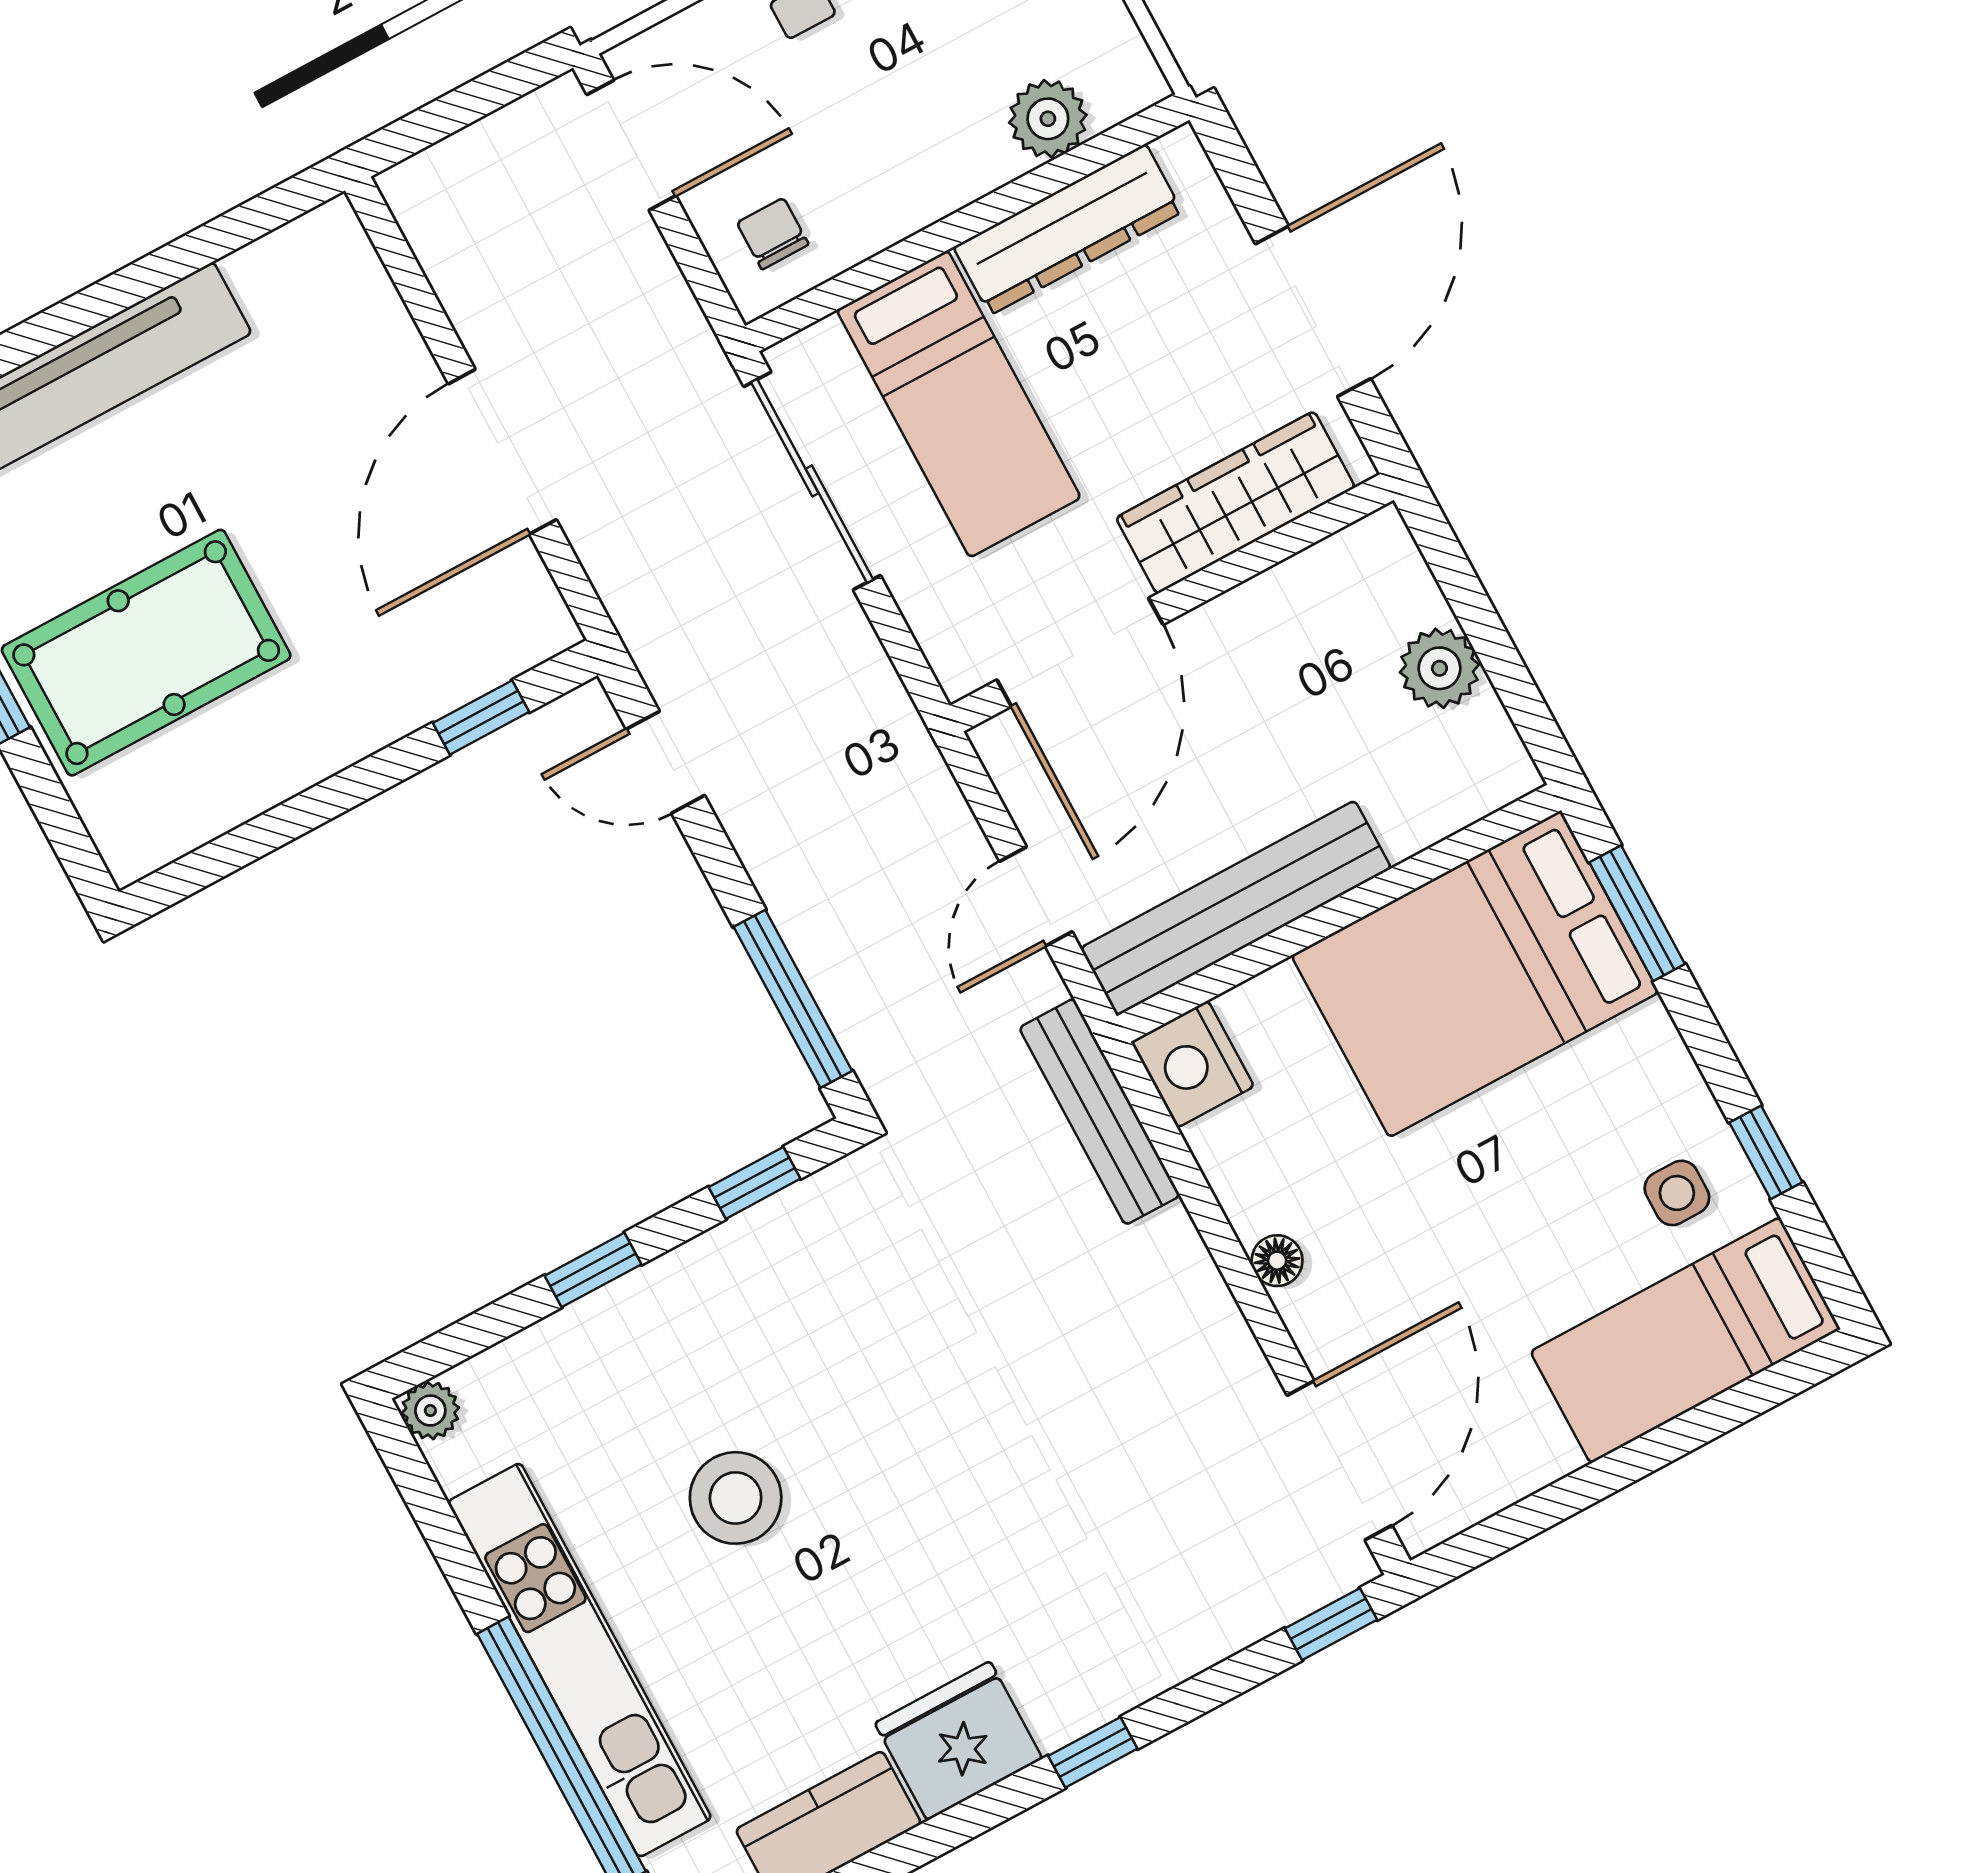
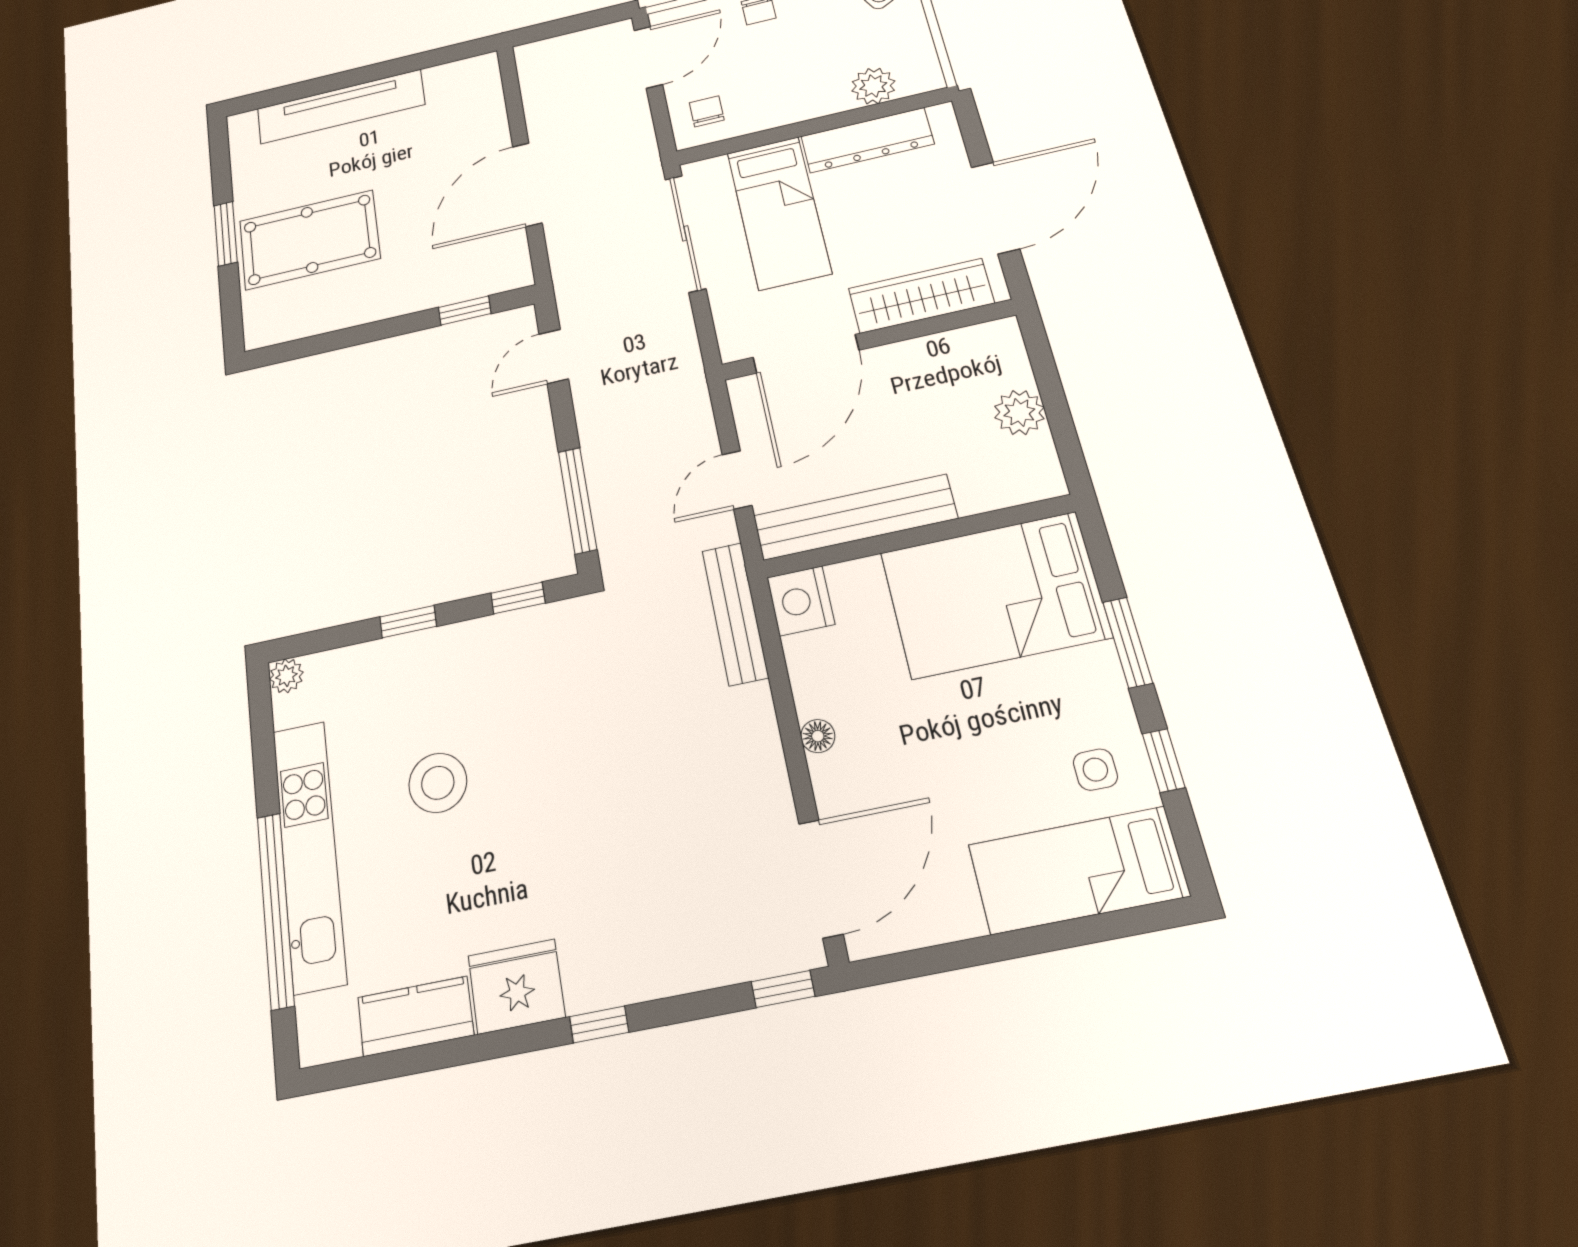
door: (631, 145) -> (648, 57), hinge flipped
door: (665, 762) -> (554, 356), hinge flipped
window: (1637, 913) -> (1128, 642), moved

